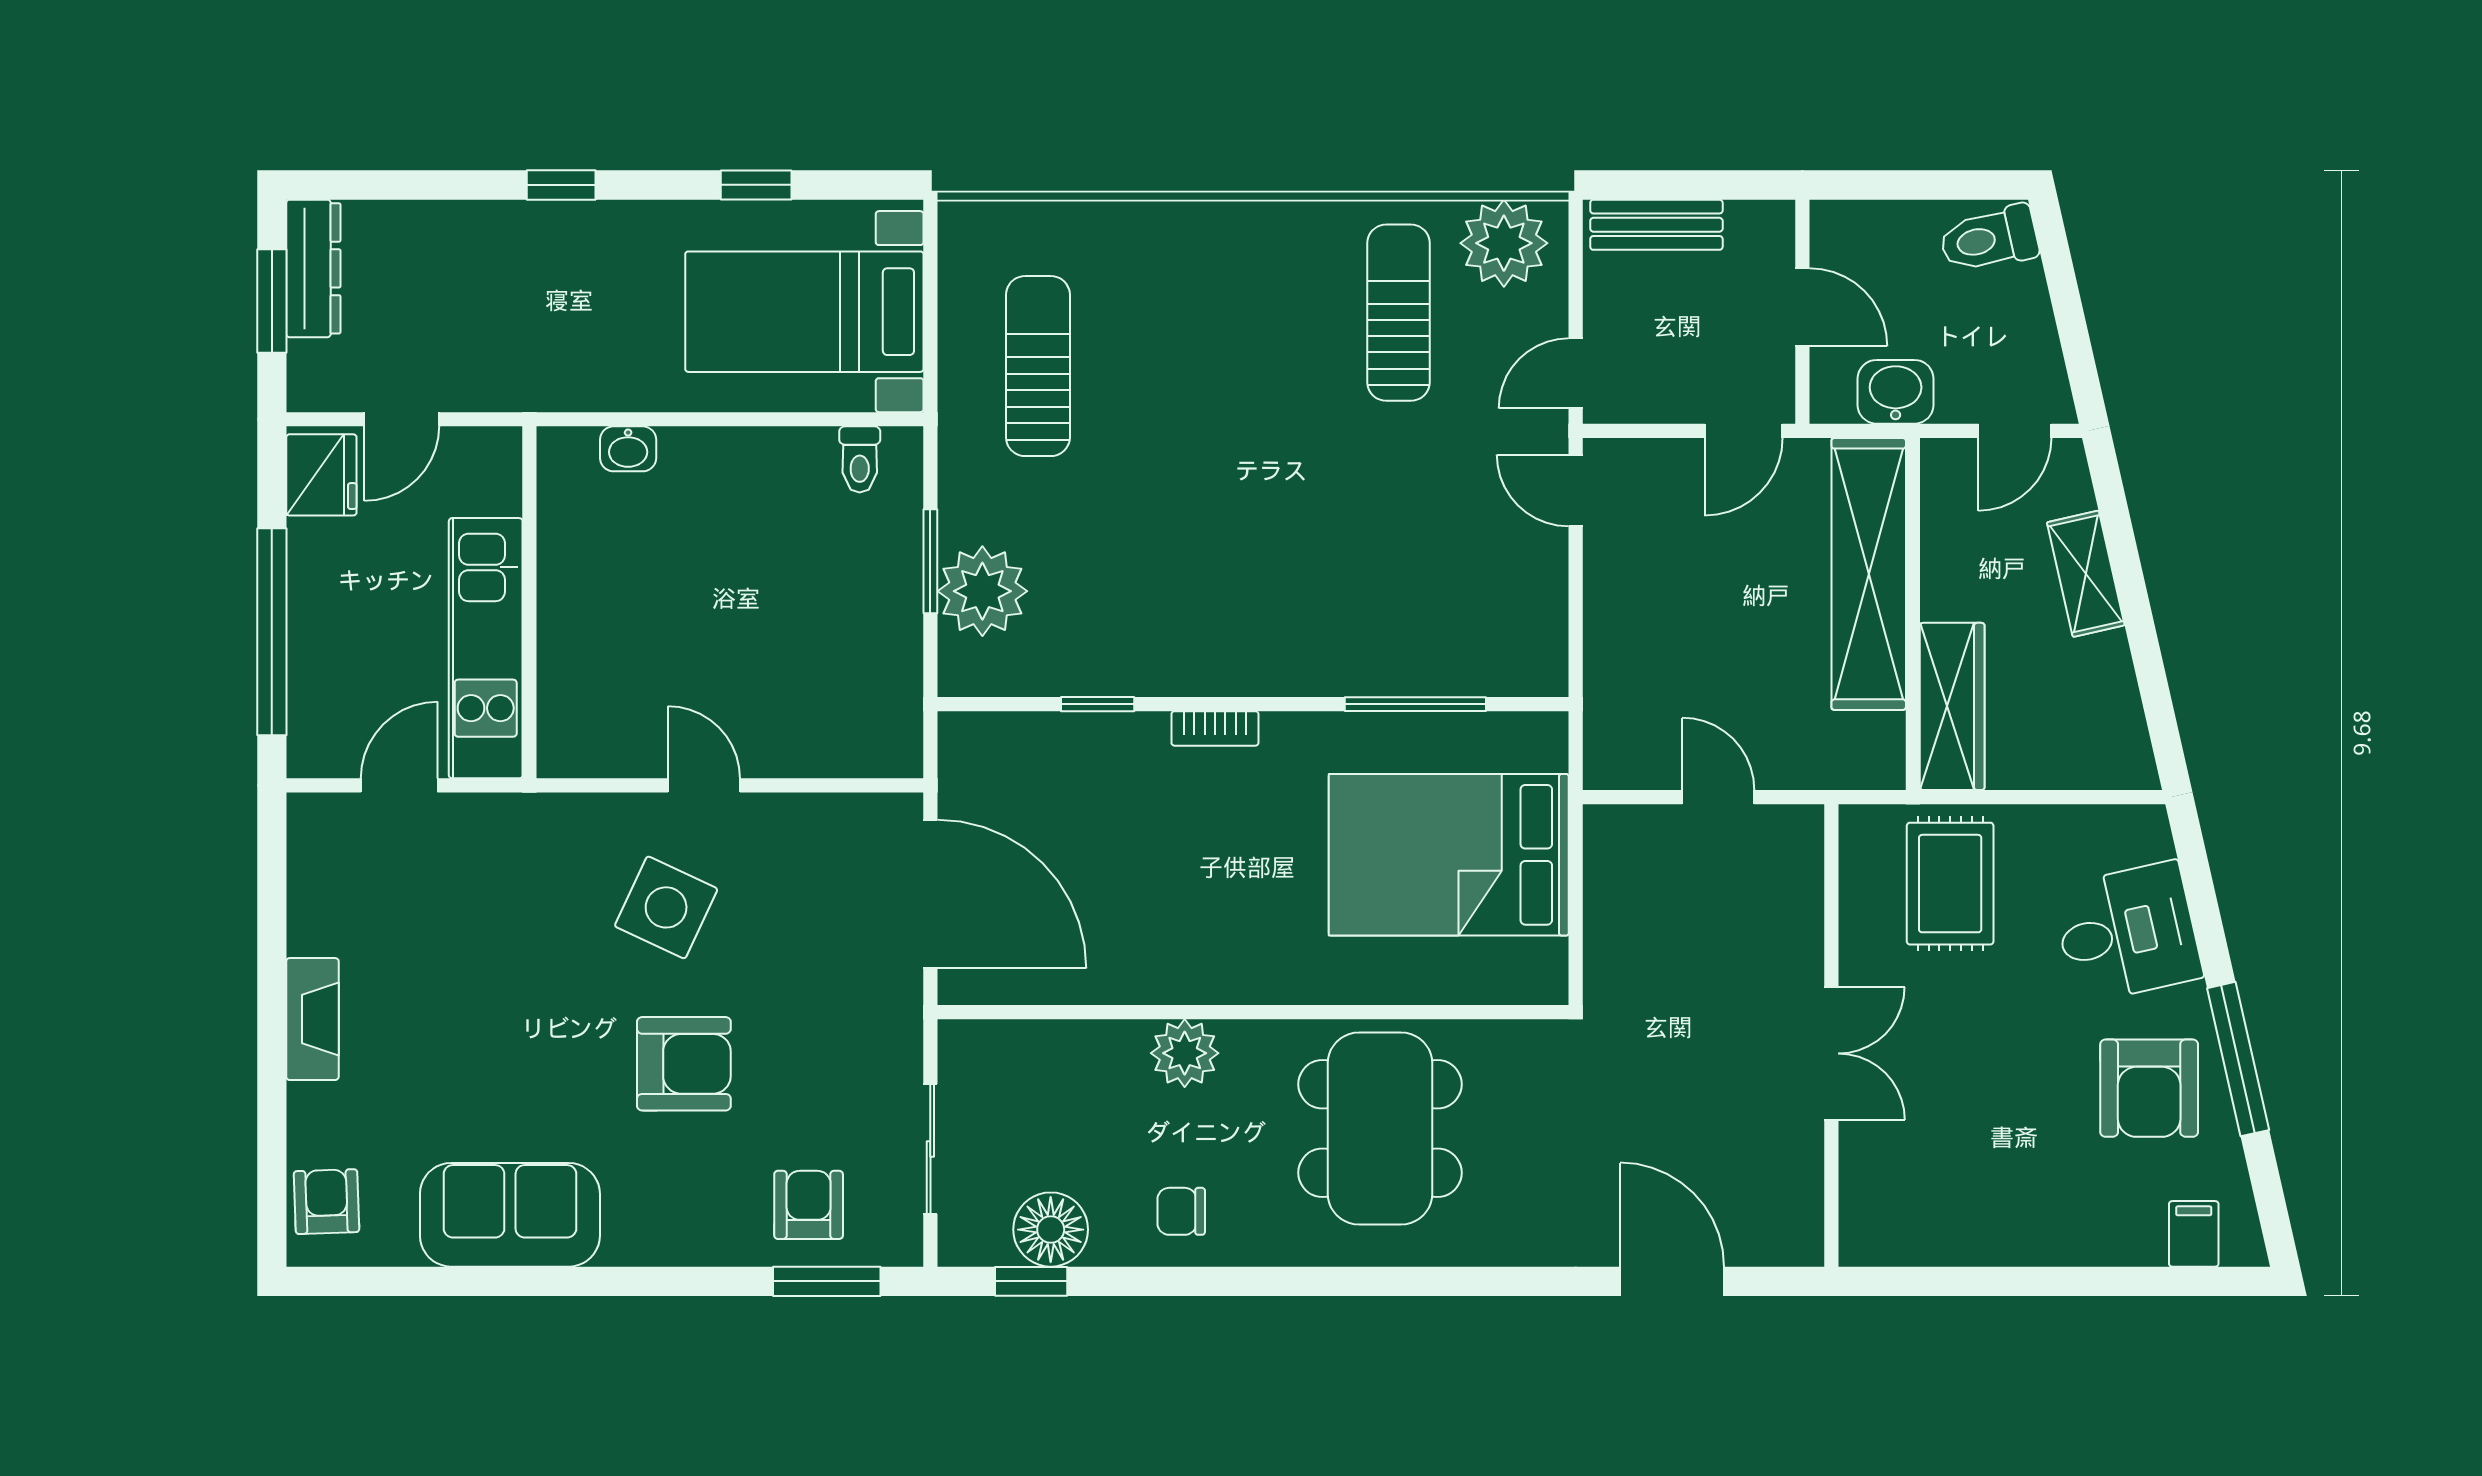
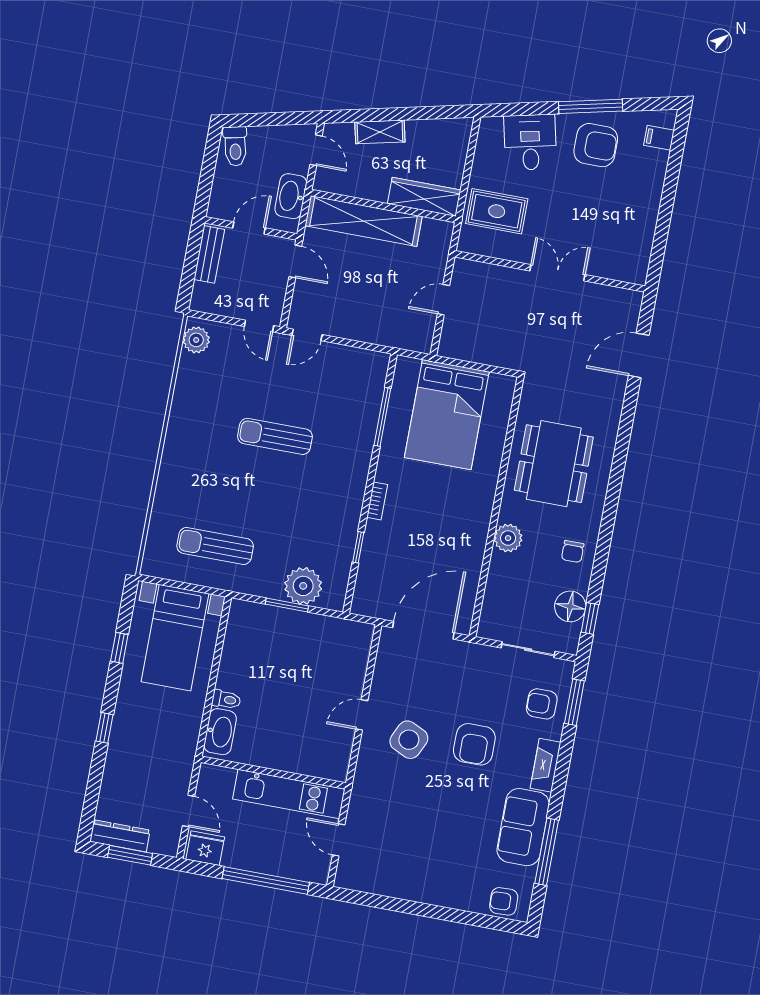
bench: (1656, 225) -> (209, 254), moved
plant: (1504, 243) -> (196, 340), width x0.73, depth x0.73
sun lounger: (1399, 313) -> (275, 436), moved
washbasin: (1896, 392) -> (291, 196), width x1.38
washbasin: (628, 449) -> (220, 732), width x1.91, depth x1.45
toilet: (860, 459) -> (226, 699), moved
fireplace: (312, 1019) -> (546, 765), moved, turned -90
armchair: (684, 1064) -> (474, 744), turned 180
dining table: (1380, 1128) -> (554, 464), turned 90
window: (462, 1281) -> (547, 852), added

